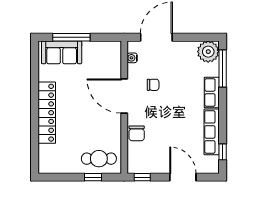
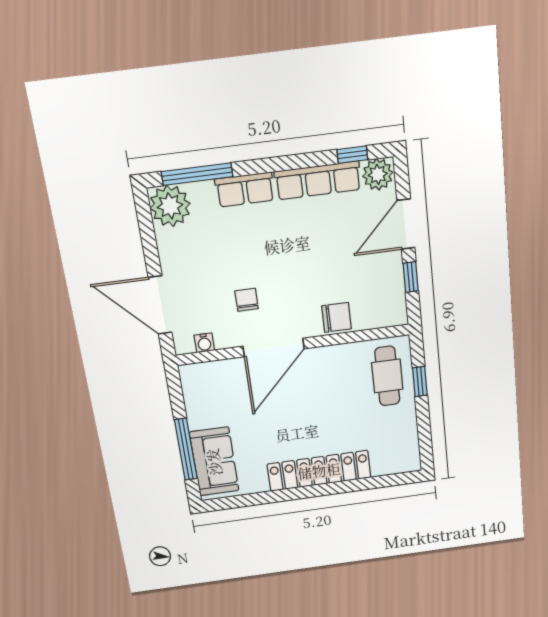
plant: (211, 164) -> (378, 174), added
window: (142, 177) -> (411, 277), moved

